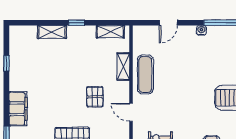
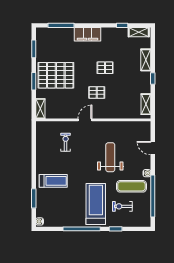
shelving: (123, 67) -> (139, 32), moved
exercise mat: (145, 74) -> (131, 186), moved
weight bench: (180, 79) -> (110, 157), added
pallet: (62, 86) -> (105, 68), added

